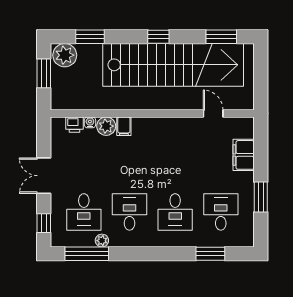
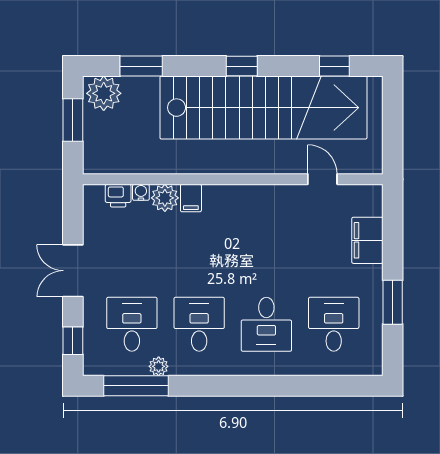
window: (221, 37) -> (334, 66), width x0.67
desk: (84, 212) -> (132, 324), turned 180
window: (210, 254) -> (318, 386), removed

